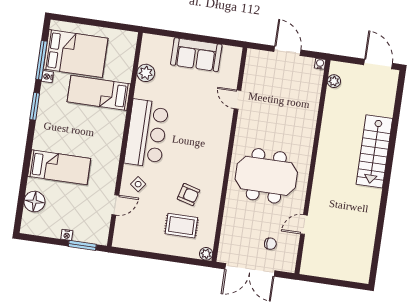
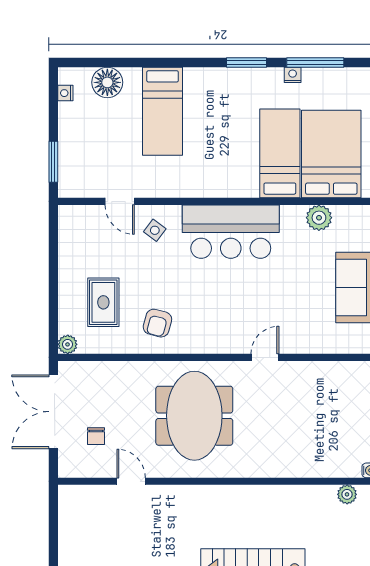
bed: (76, 54) -> (331, 154), moved, turned 180
door: (237, 100) -> (265, 357), moved
armchair: (189, 194) -> (157, 323), moved
nightstand: (67, 235) -> (65, 93), moved

